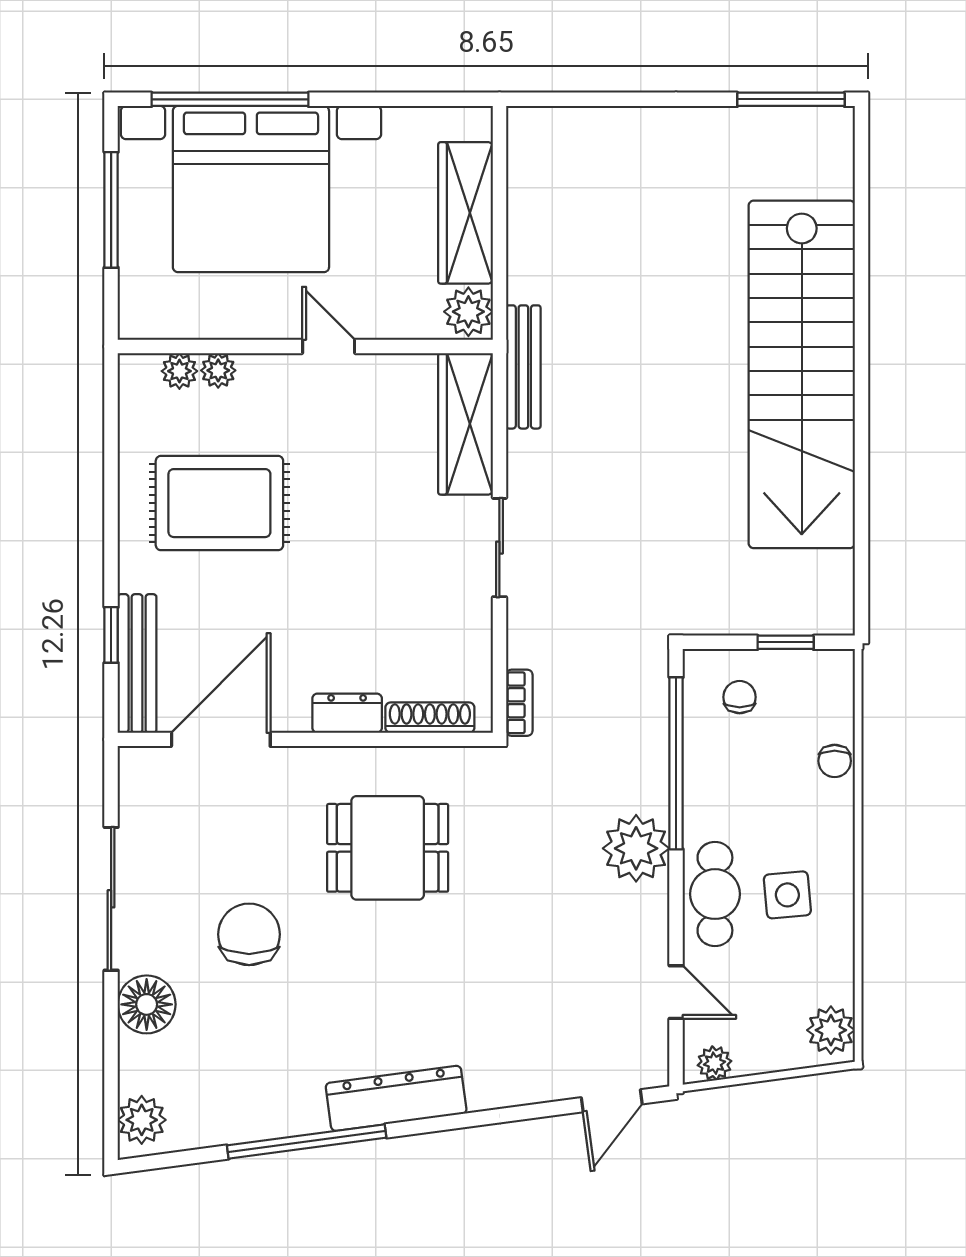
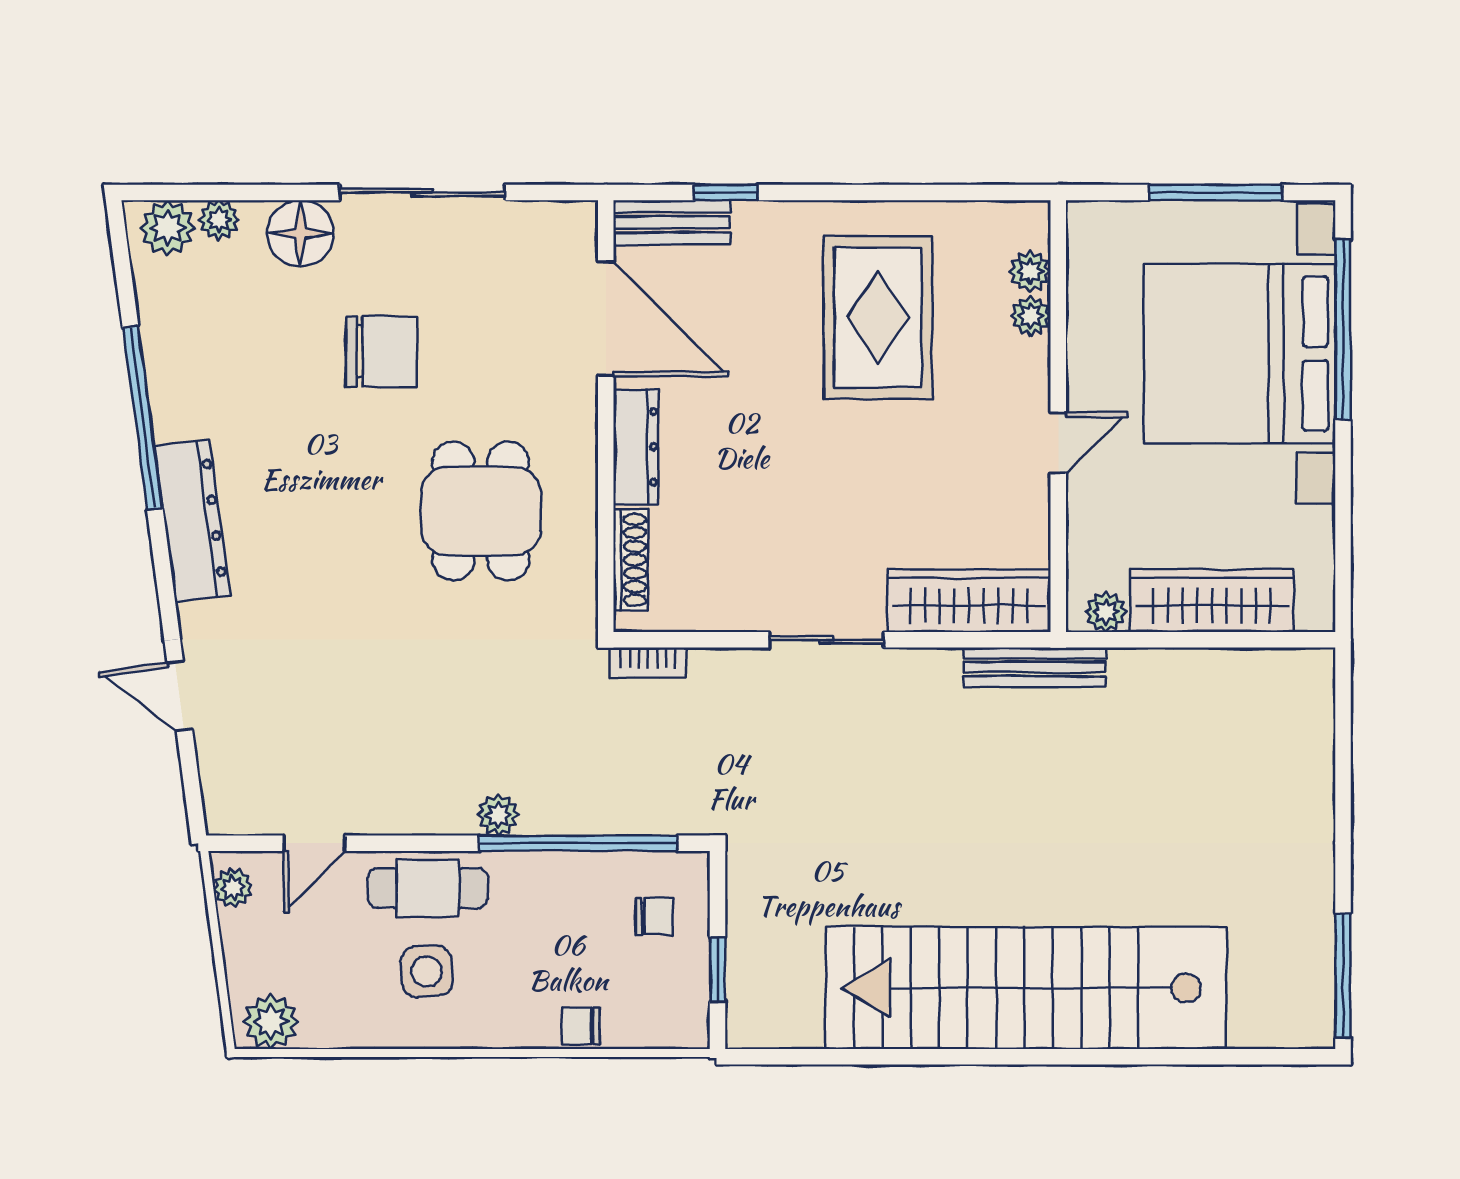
plant: (468, 312) -> (1106, 612), width x0.73, depth x0.73
bench: (137, 663) -> (672, 222), width x0.73
dresser: (347, 713) -> (636, 447), width x1.44
plant: (636, 848) -> (498, 815), width x0.53, depth x0.53
plant: (135, 1075) -> (219, 220), added
door: (612, 1101) -> (180, 696), moved

